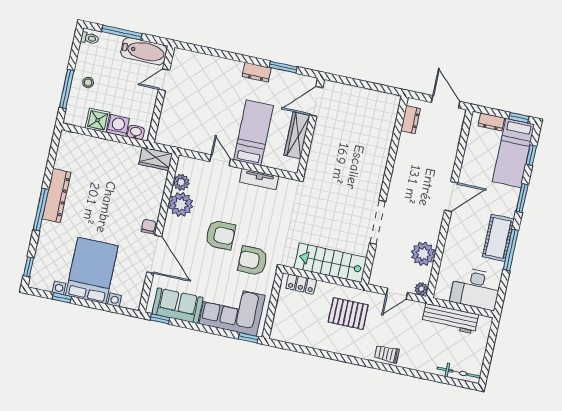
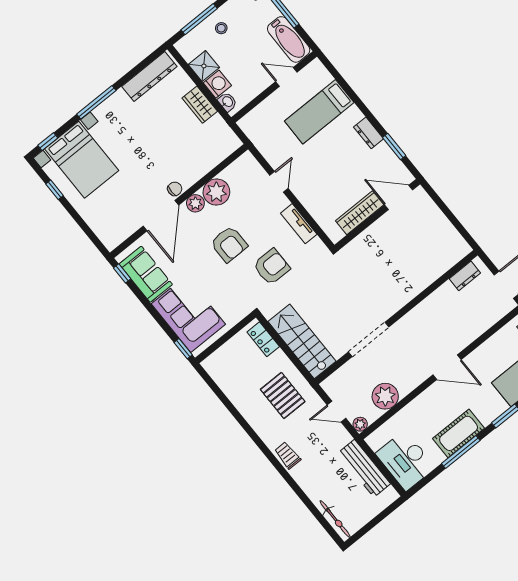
bed: (254, 133) -> (319, 112), moved, turned 180
wardrobe: (156, 159) -> (200, 105), moved
plant: (181, 182) -> (195, 203), moved
dresser: (57, 196) -> (149, 76), moved
armchair: (253, 261) -> (272, 267), moved, turned 90
bed with nightstands: (92, 271) -> (82, 160), moved, turned 90

